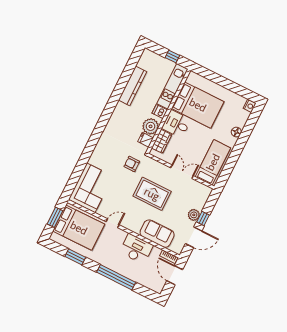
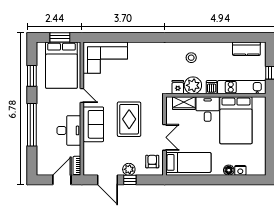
kitchen counter: (133, 86) -> (246, 49), moved, width x0.67
nightstand: (250, 106) -> (240, 170), moved
stool: (127, 116) -> (191, 58), added
armchair: (132, 164) -> (152, 162), moved
sofa: (157, 234) -> (93, 124), moved

